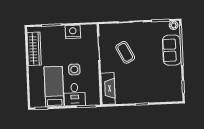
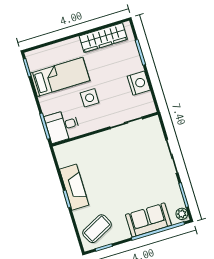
coffee table: (125, 52) -> (97, 229), moved
fireplace: (108, 89) -> (74, 187), moved, turned -90
desk: (75, 95) -> (62, 126), moved

